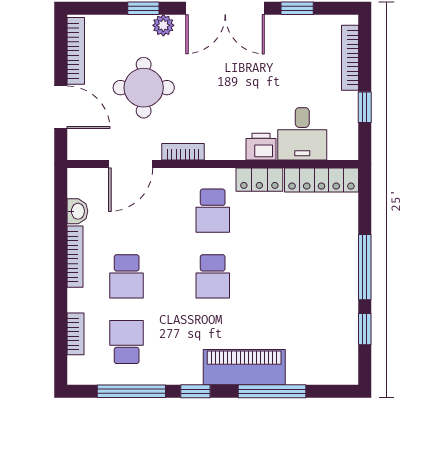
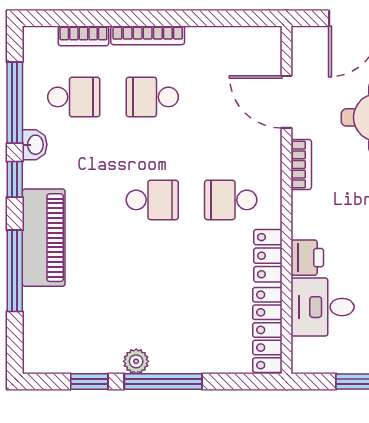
washbasin: (77, 211) -> (35, 145), moved, turned -90
bookcase: (75, 257) -> (148, 35), moved
school desk: (213, 276) -> (152, 200), turned 180
plant: (348, 290) -> (136, 361), added

